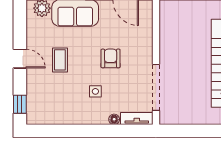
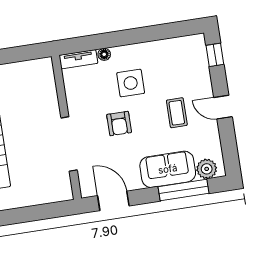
doorway: (156, 87) -> (69, 144), moved
side table: (95, 91) -> (131, 83), width x1.87, depth x1.87

